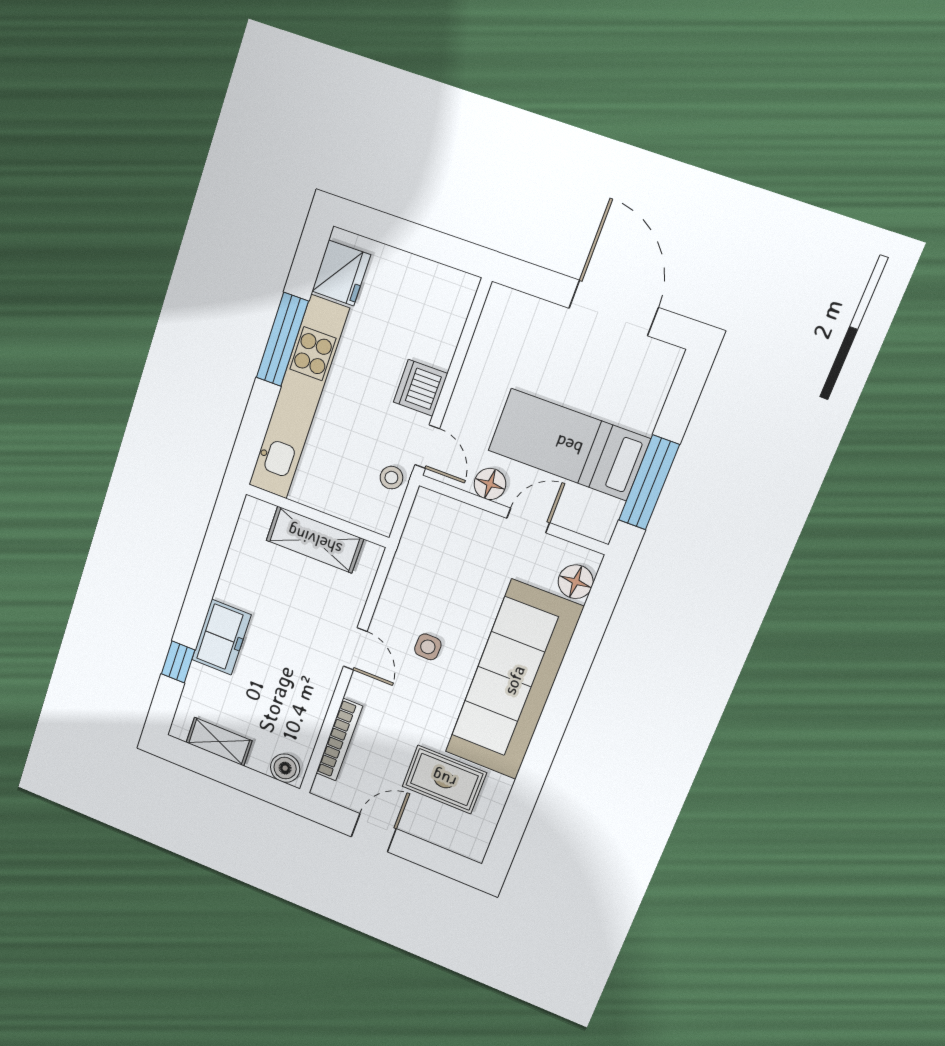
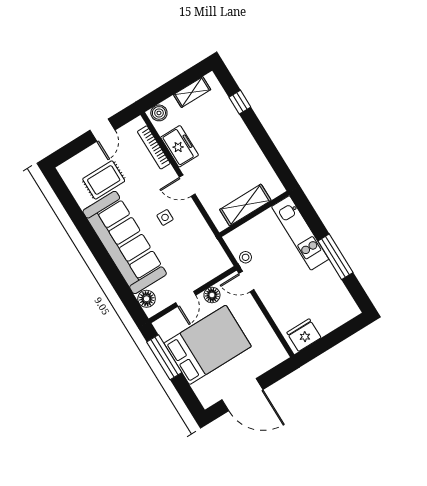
fridge: (341, 273) -> (304, 335), moved, turned 90
dishwasher: (421, 388) -> (272, 297), removed
kitchen unit: (298, 398) -> (300, 233), width x0.73
bed: (569, 445) -> (208, 345), width x1.50
freezer: (221, 637) -> (179, 146), moved, turned 180

